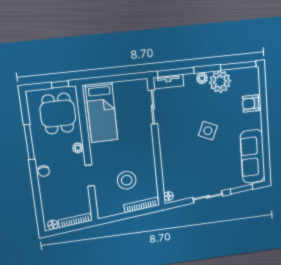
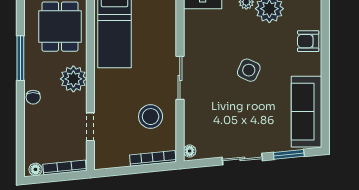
sliding door: (153, 107) -> (180, 78), moved
plant: (78, 148) -> (73, 79), width x1.87, depth x1.87
doorway: (90, 176) -> (90, 127), moved
stool: (127, 180) -> (151, 117), moved

